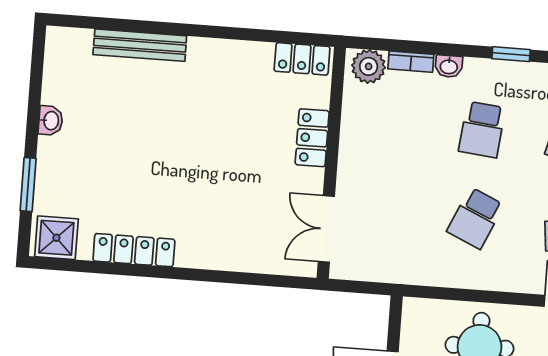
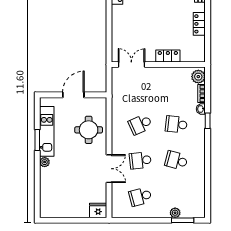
window: (511, 54) -> (208, 121), moved
locker: (302, 59) -> (199, 24), moved
school desk: (475, 218) -> (140, 124), turned -48

